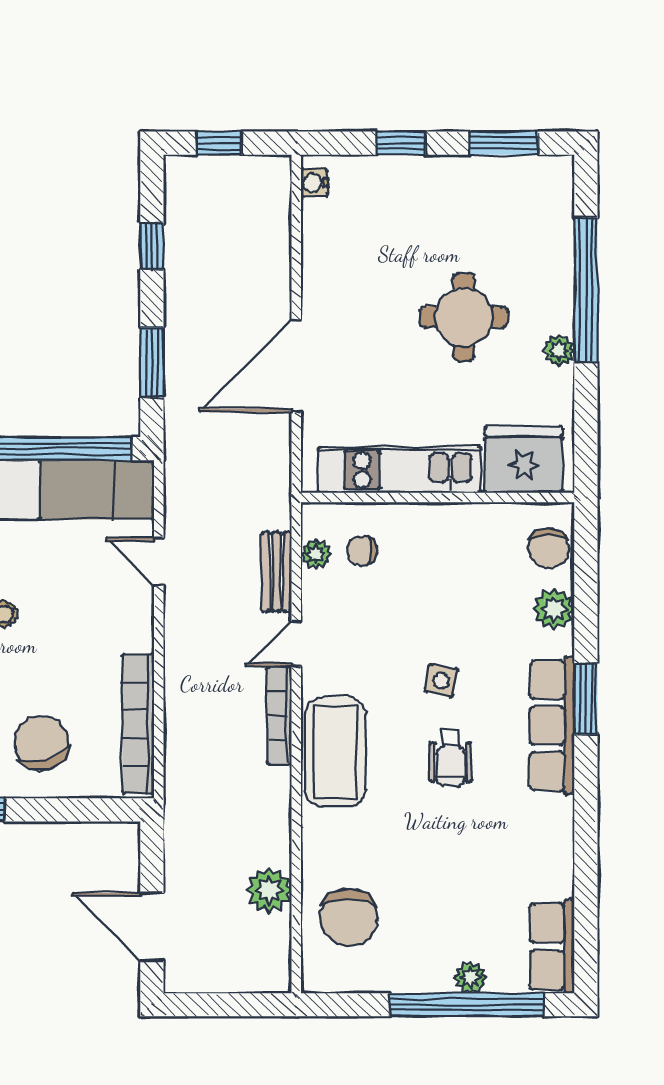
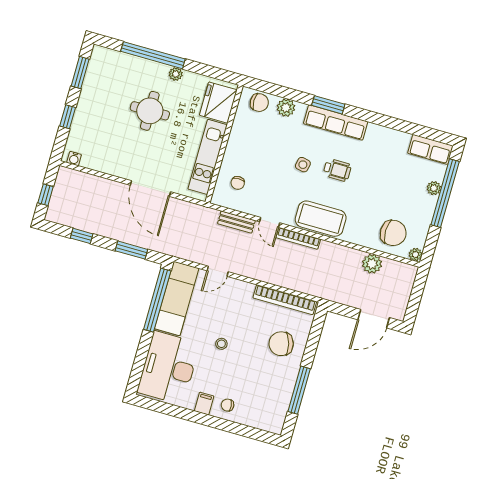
plant: (316, 554) -> (415, 255), moved

